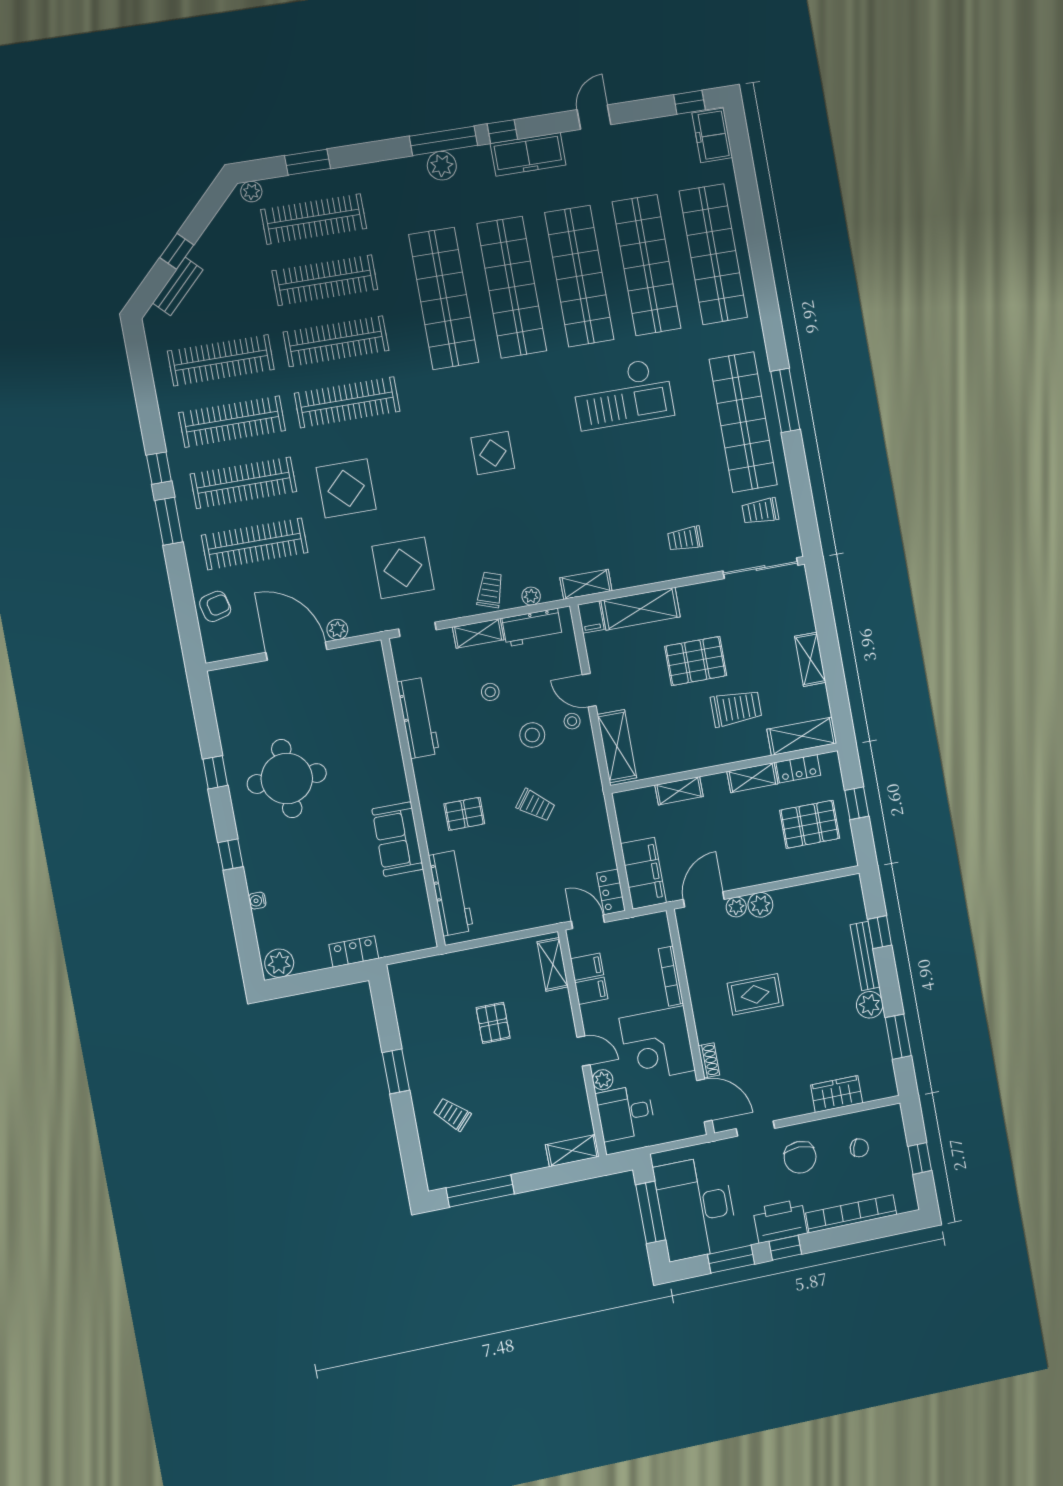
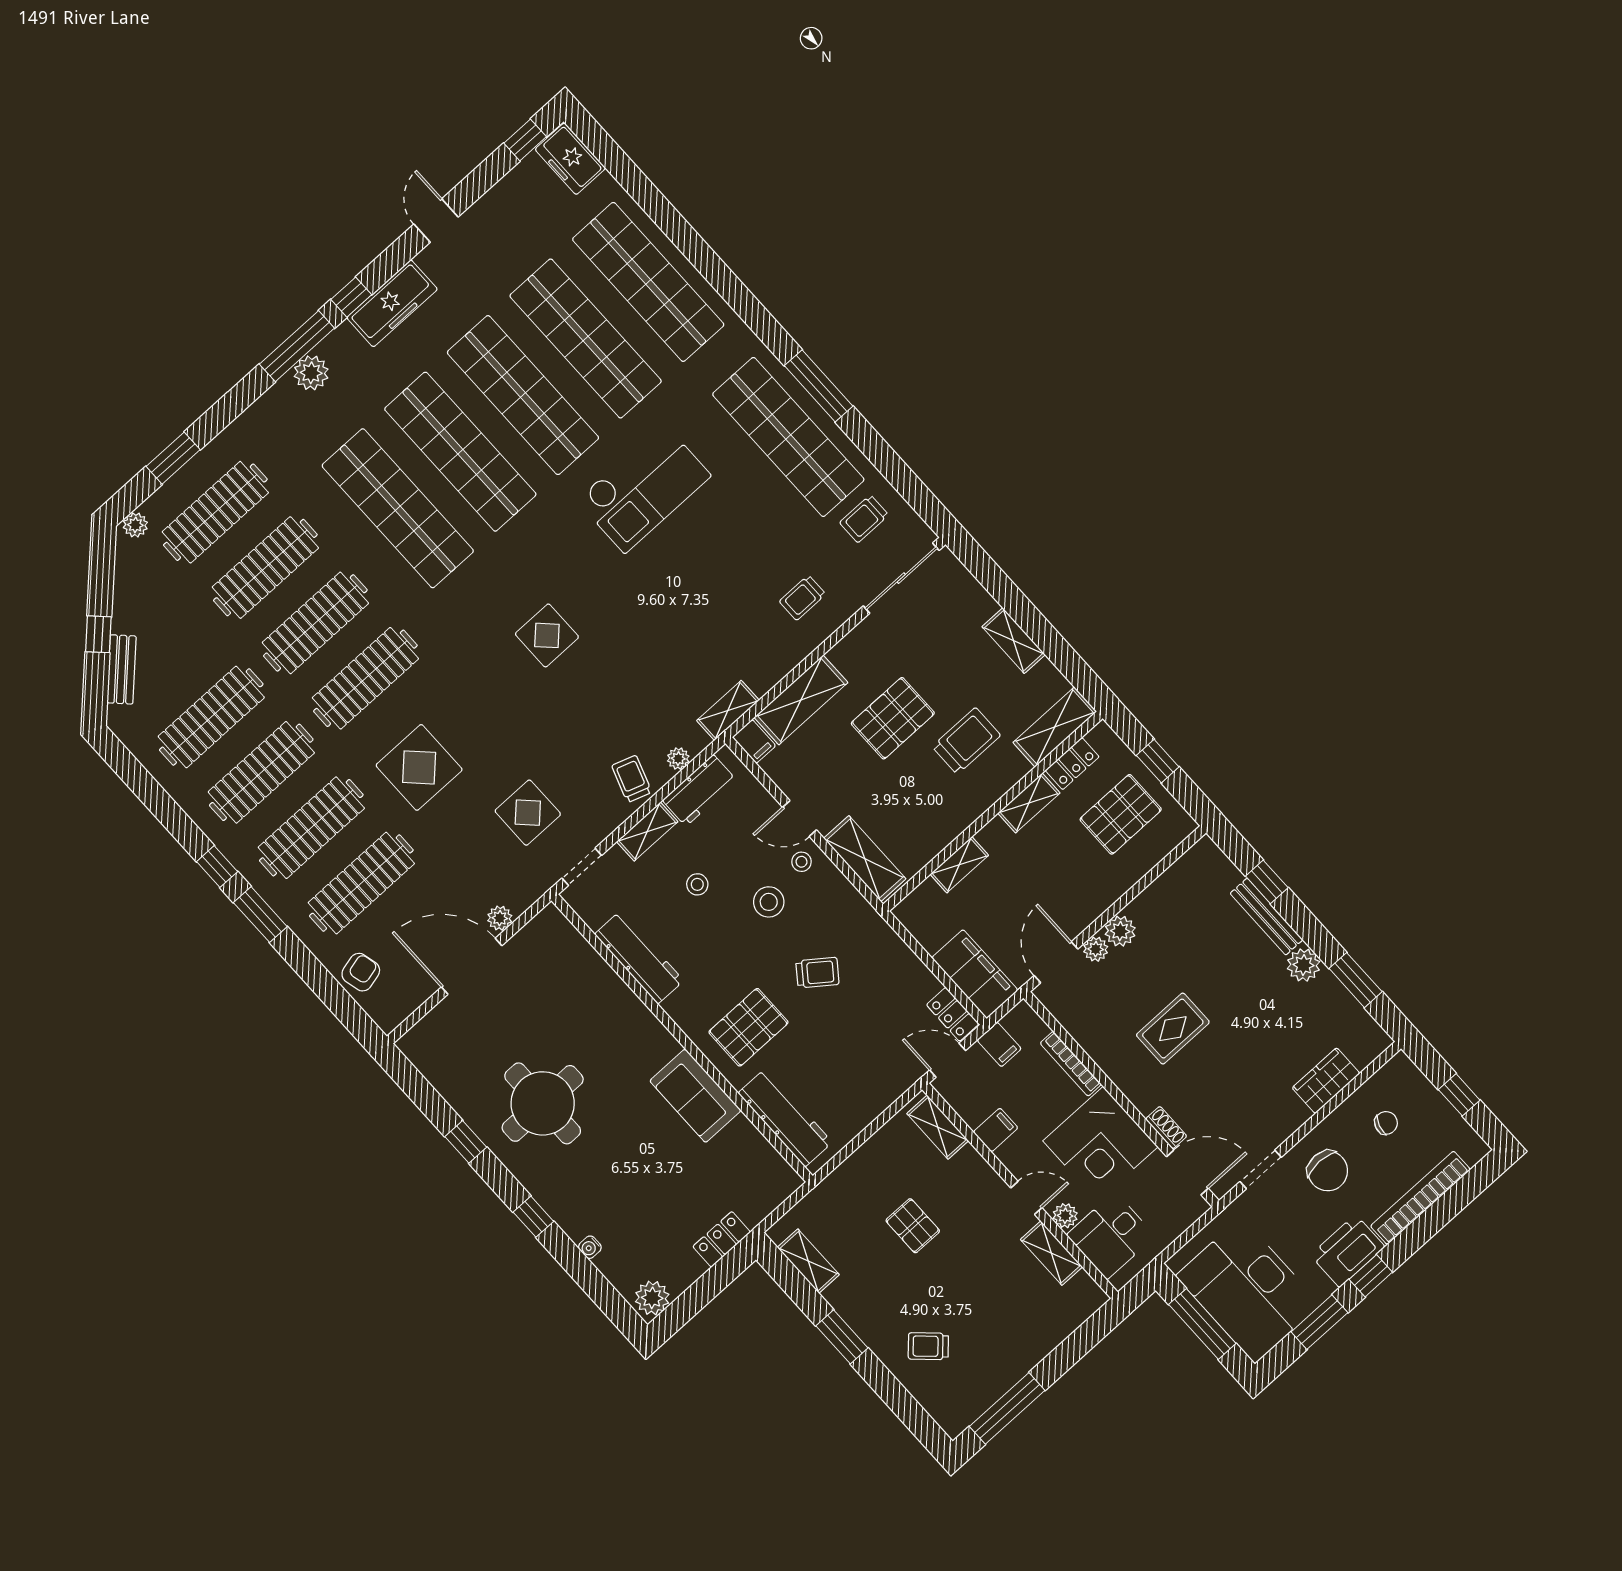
display table: (403, 568) -> (528, 813), width x0.73, depth x0.73
pallet: (464, 814) -> (748, 1027), width x1.50, depth x1.42
filing cabinet: (587, 967) -> (999, 1044), moved, turned 90
shelving: (405, 1004) -> (808, 1261), added
shelving: (572, 1151) -> (1051, 1253), moved, turned 90

